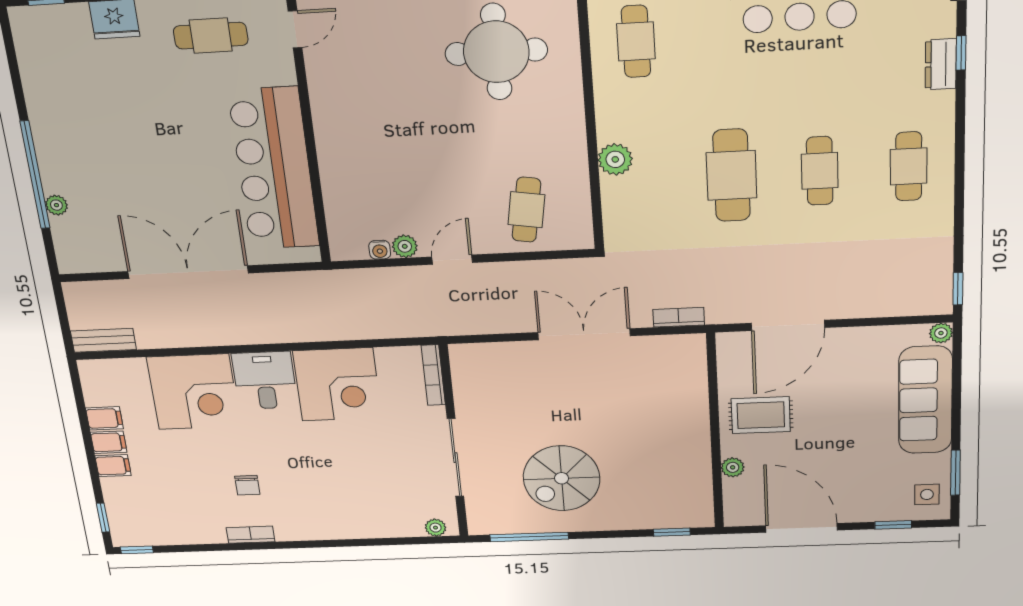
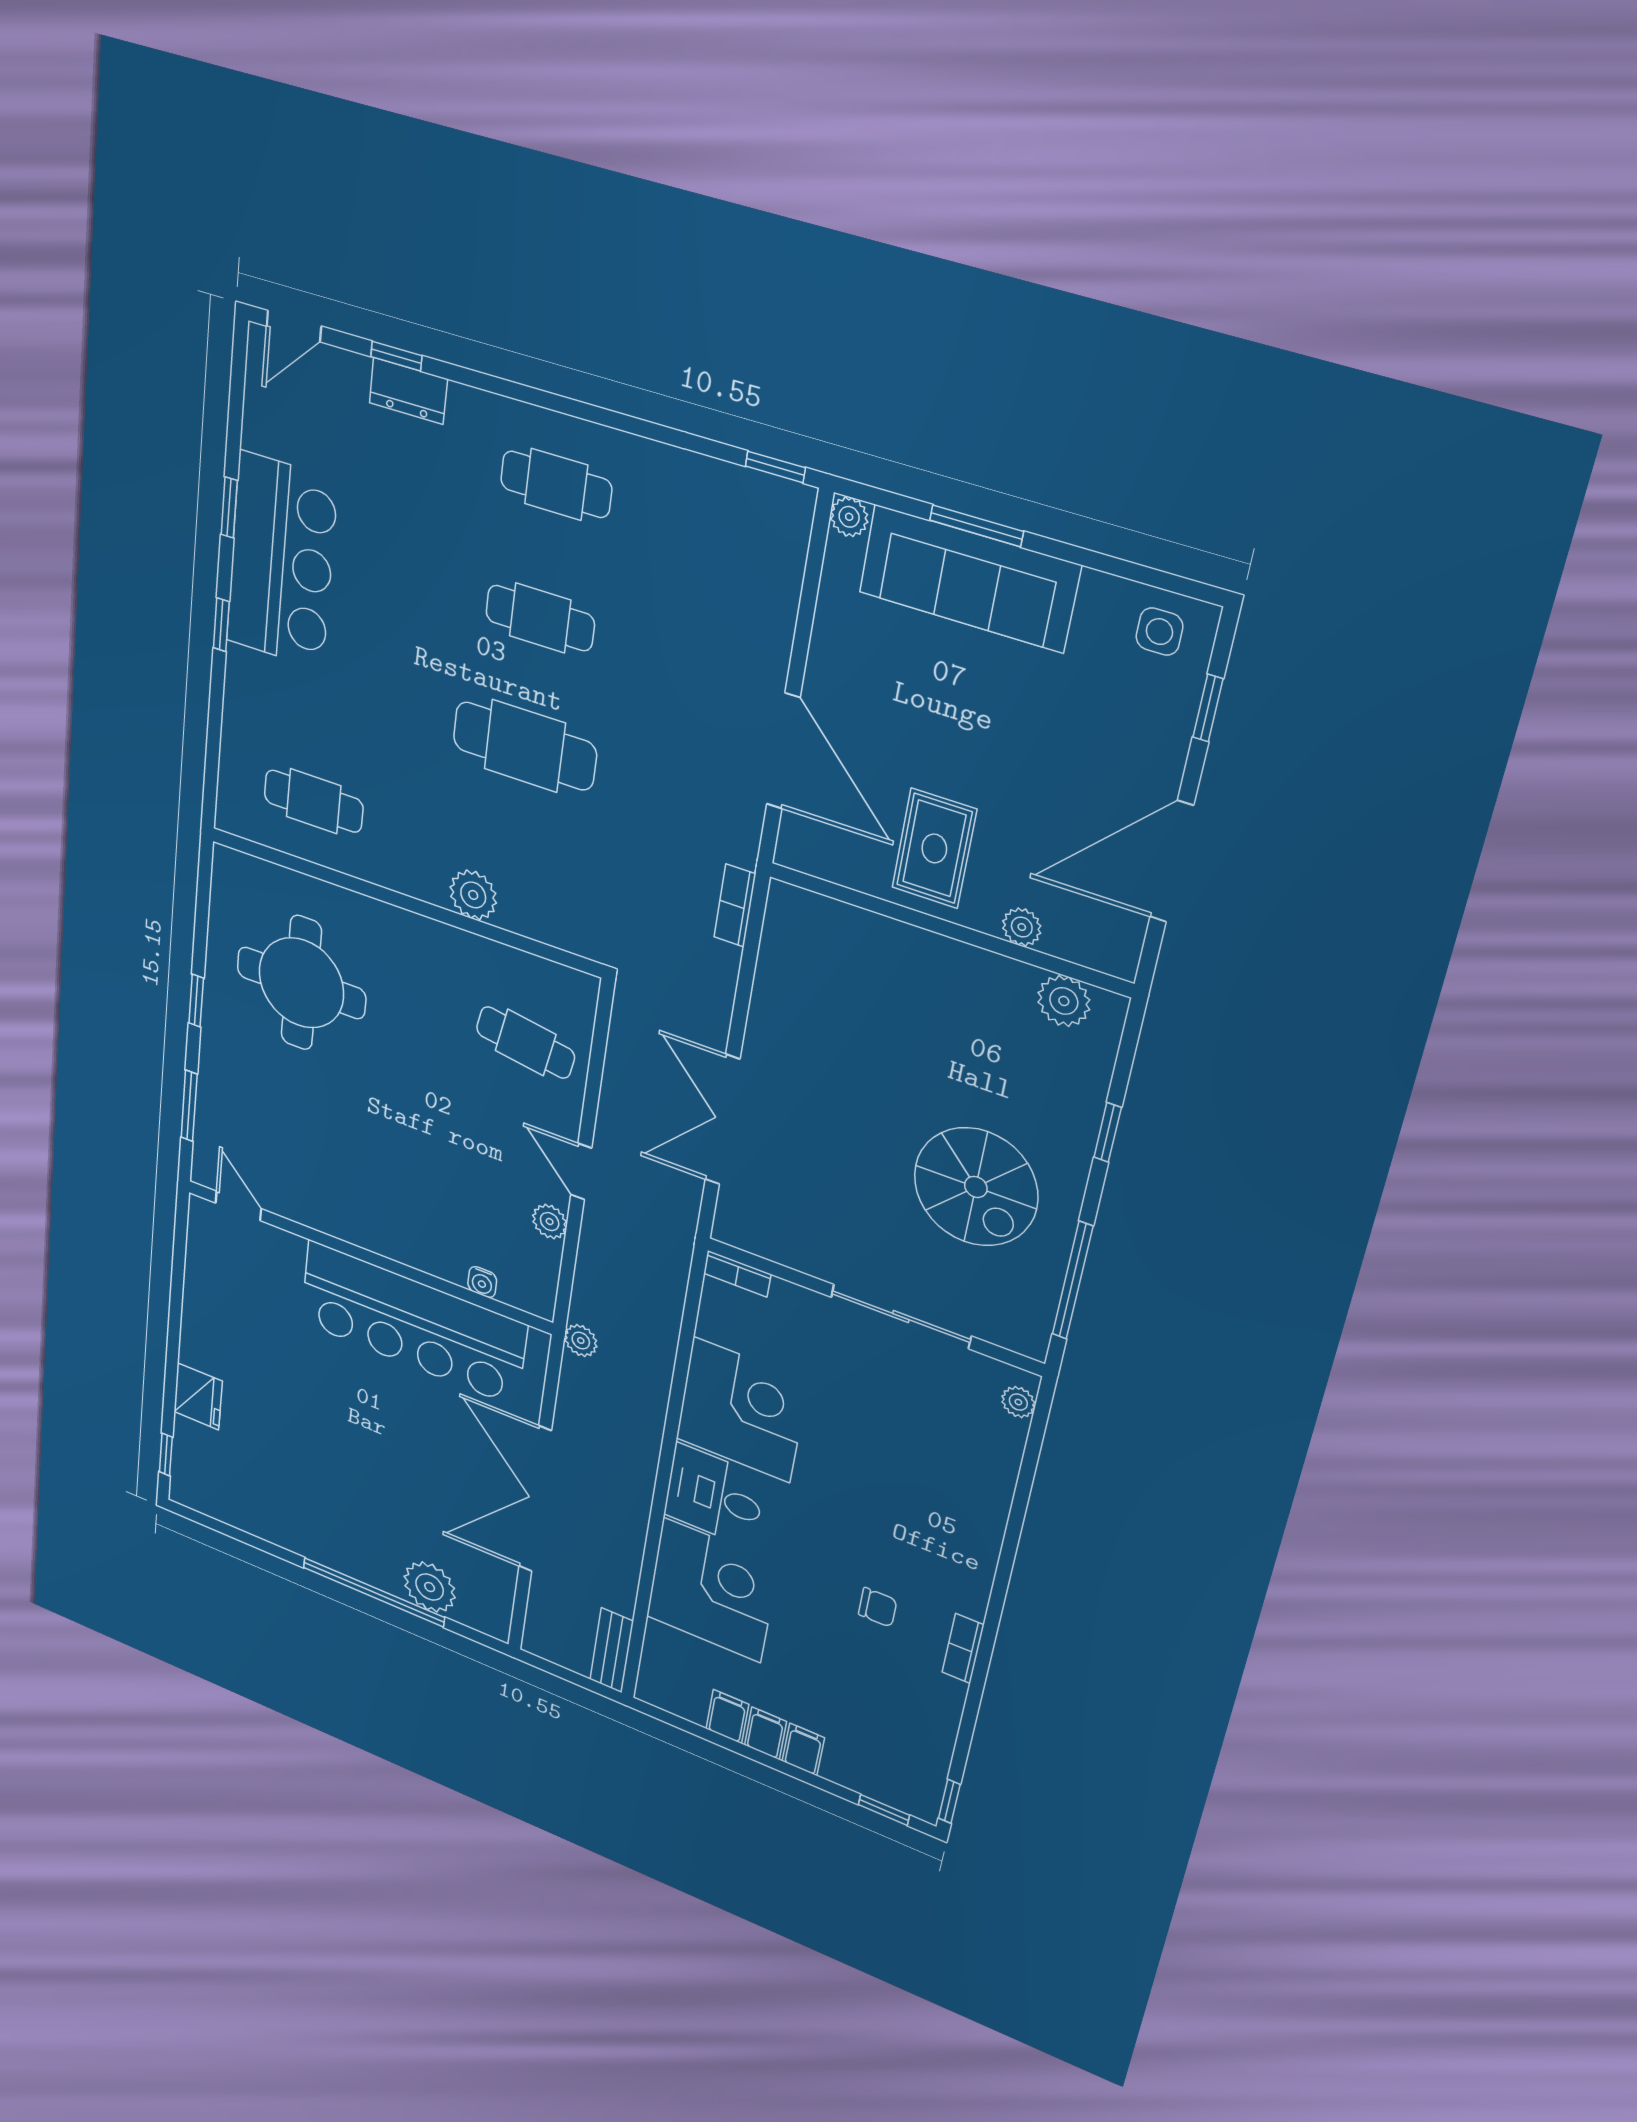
cafe table: (211, 36) -> (232, 1304), removed
plant: (56, 205) -> (430, 1587), width x1.88, depth x1.88
water cooler: (380, 250) -> (482, 1282), moved, turned 90
plant: (328, 281) -> (581, 1341), added
double door: (584, 334) -> (722, 1120), moved
bookcase: (433, 375) -> (737, 1274), width x0.64
window: (955, 473) -> (976, 526), moved
plant: (698, 496) -> (1064, 1001), added
window: (672, 532) -> (1108, 1132), moved

